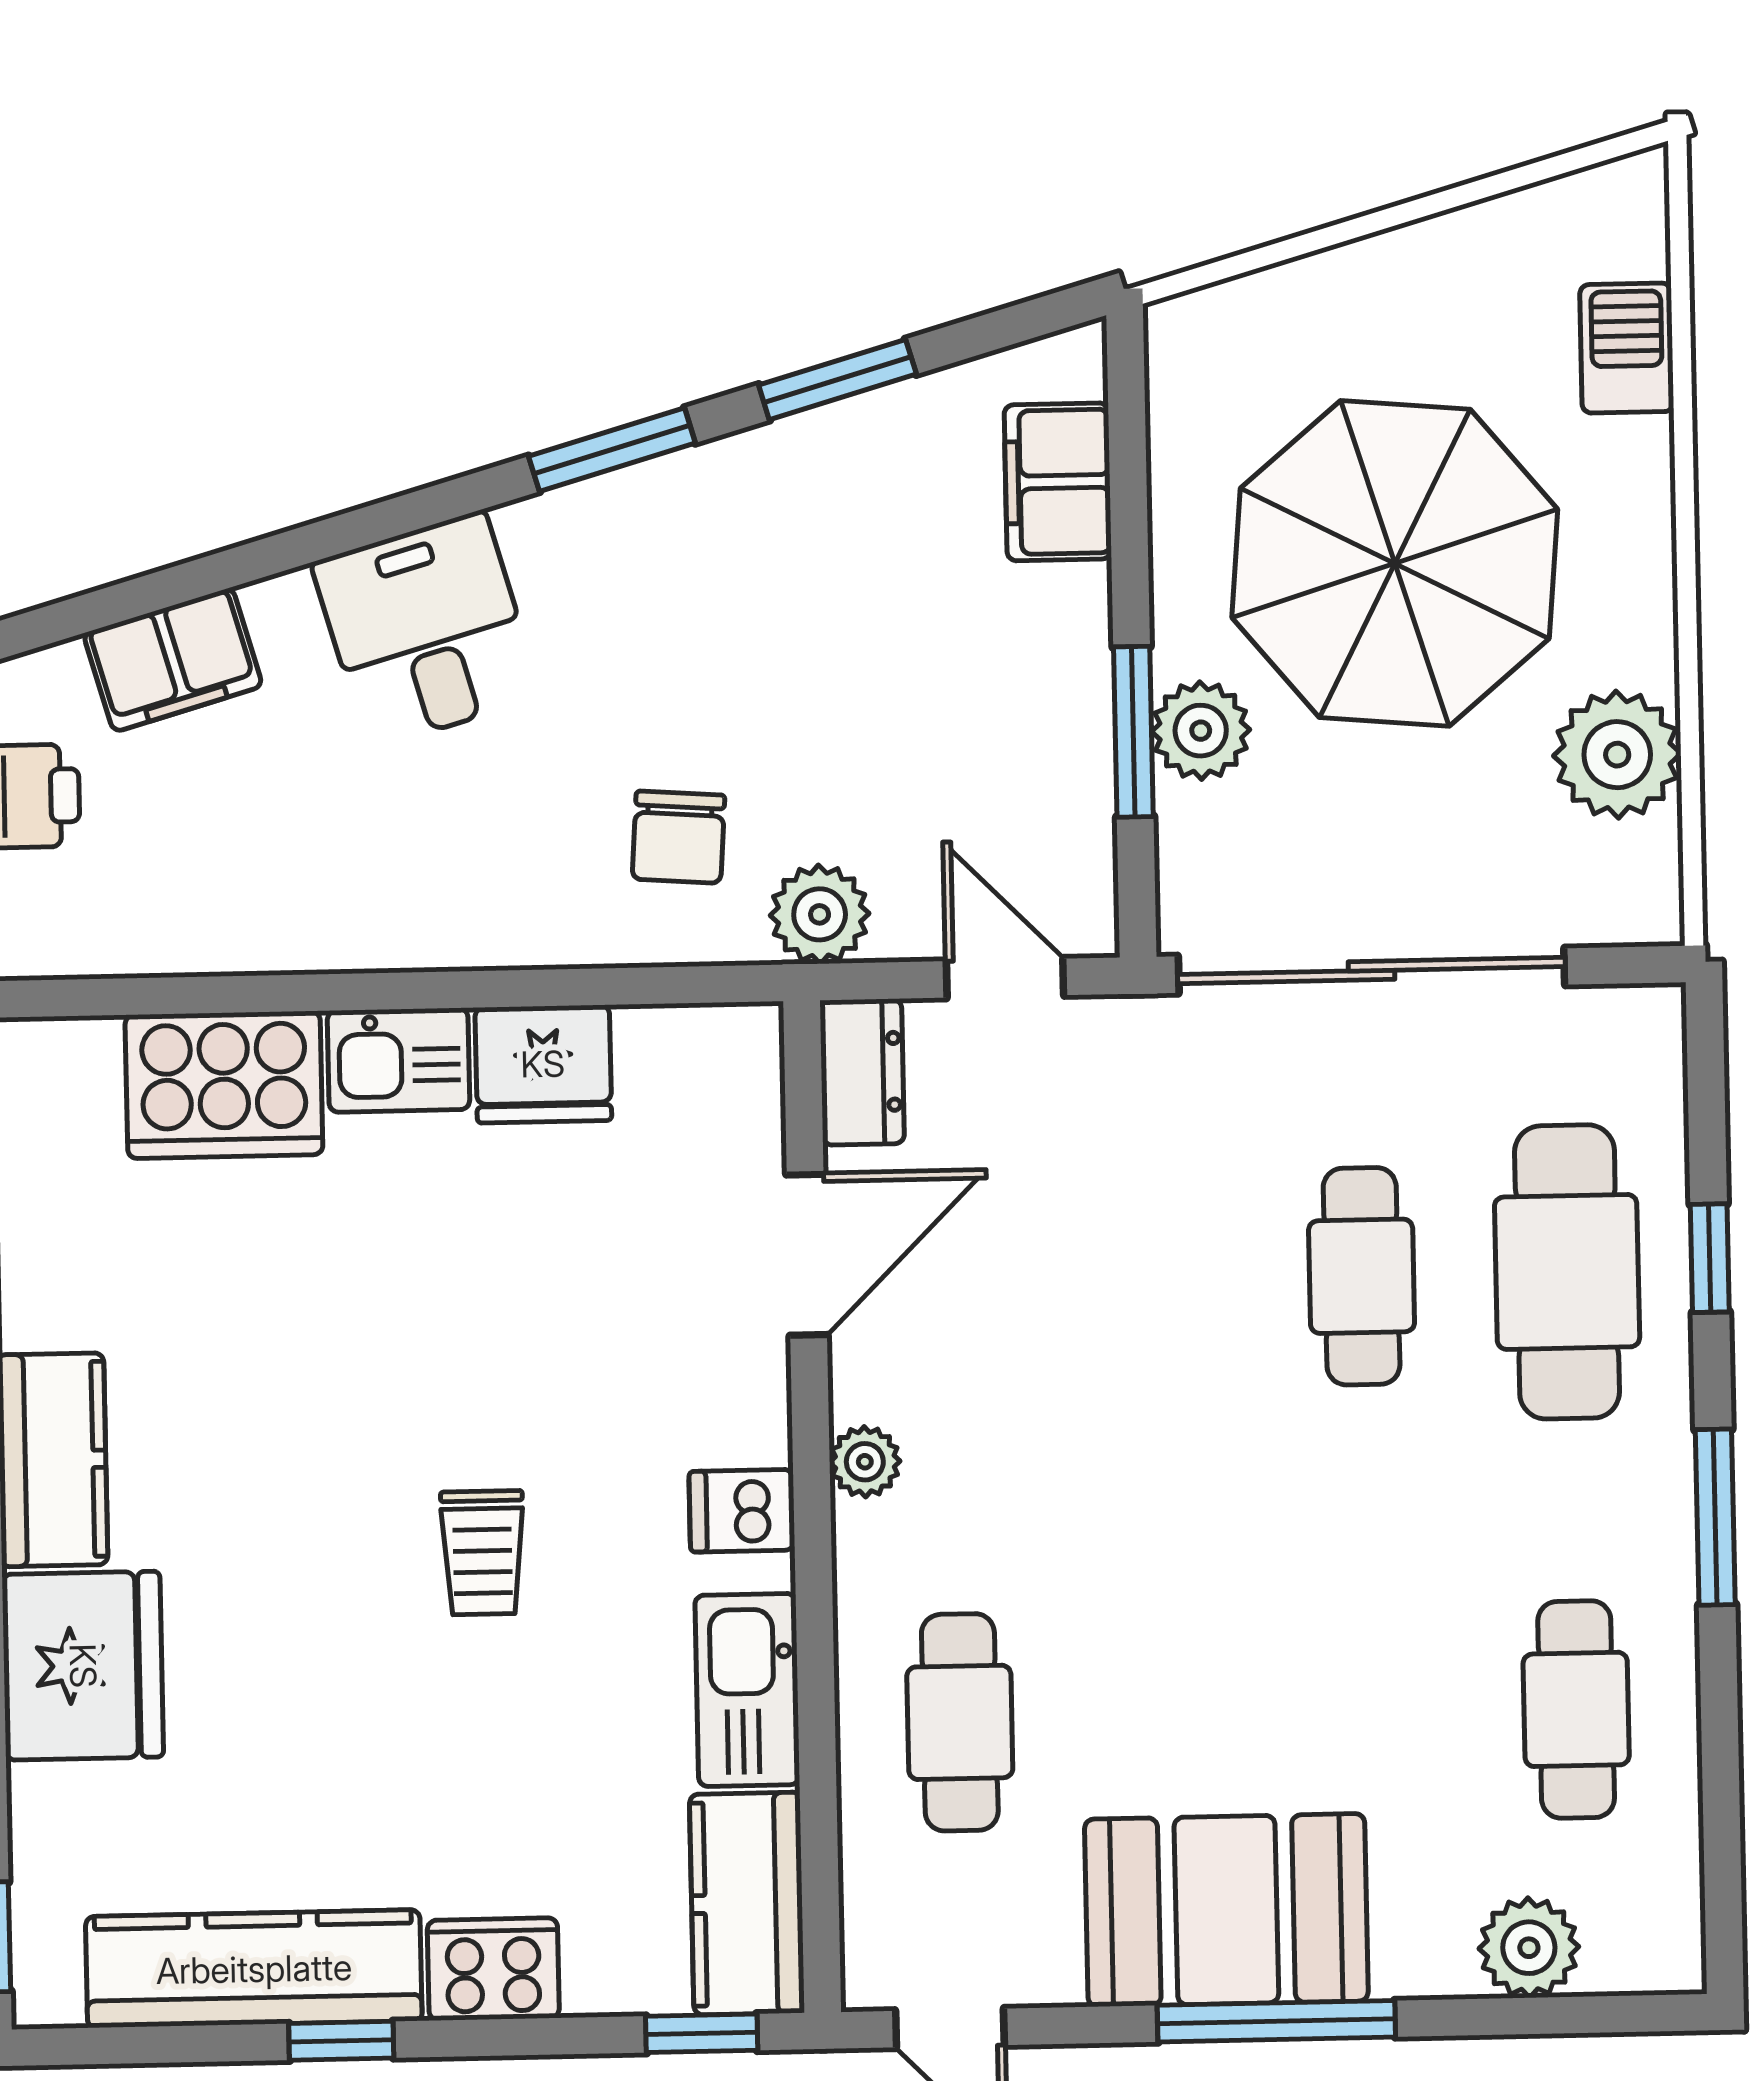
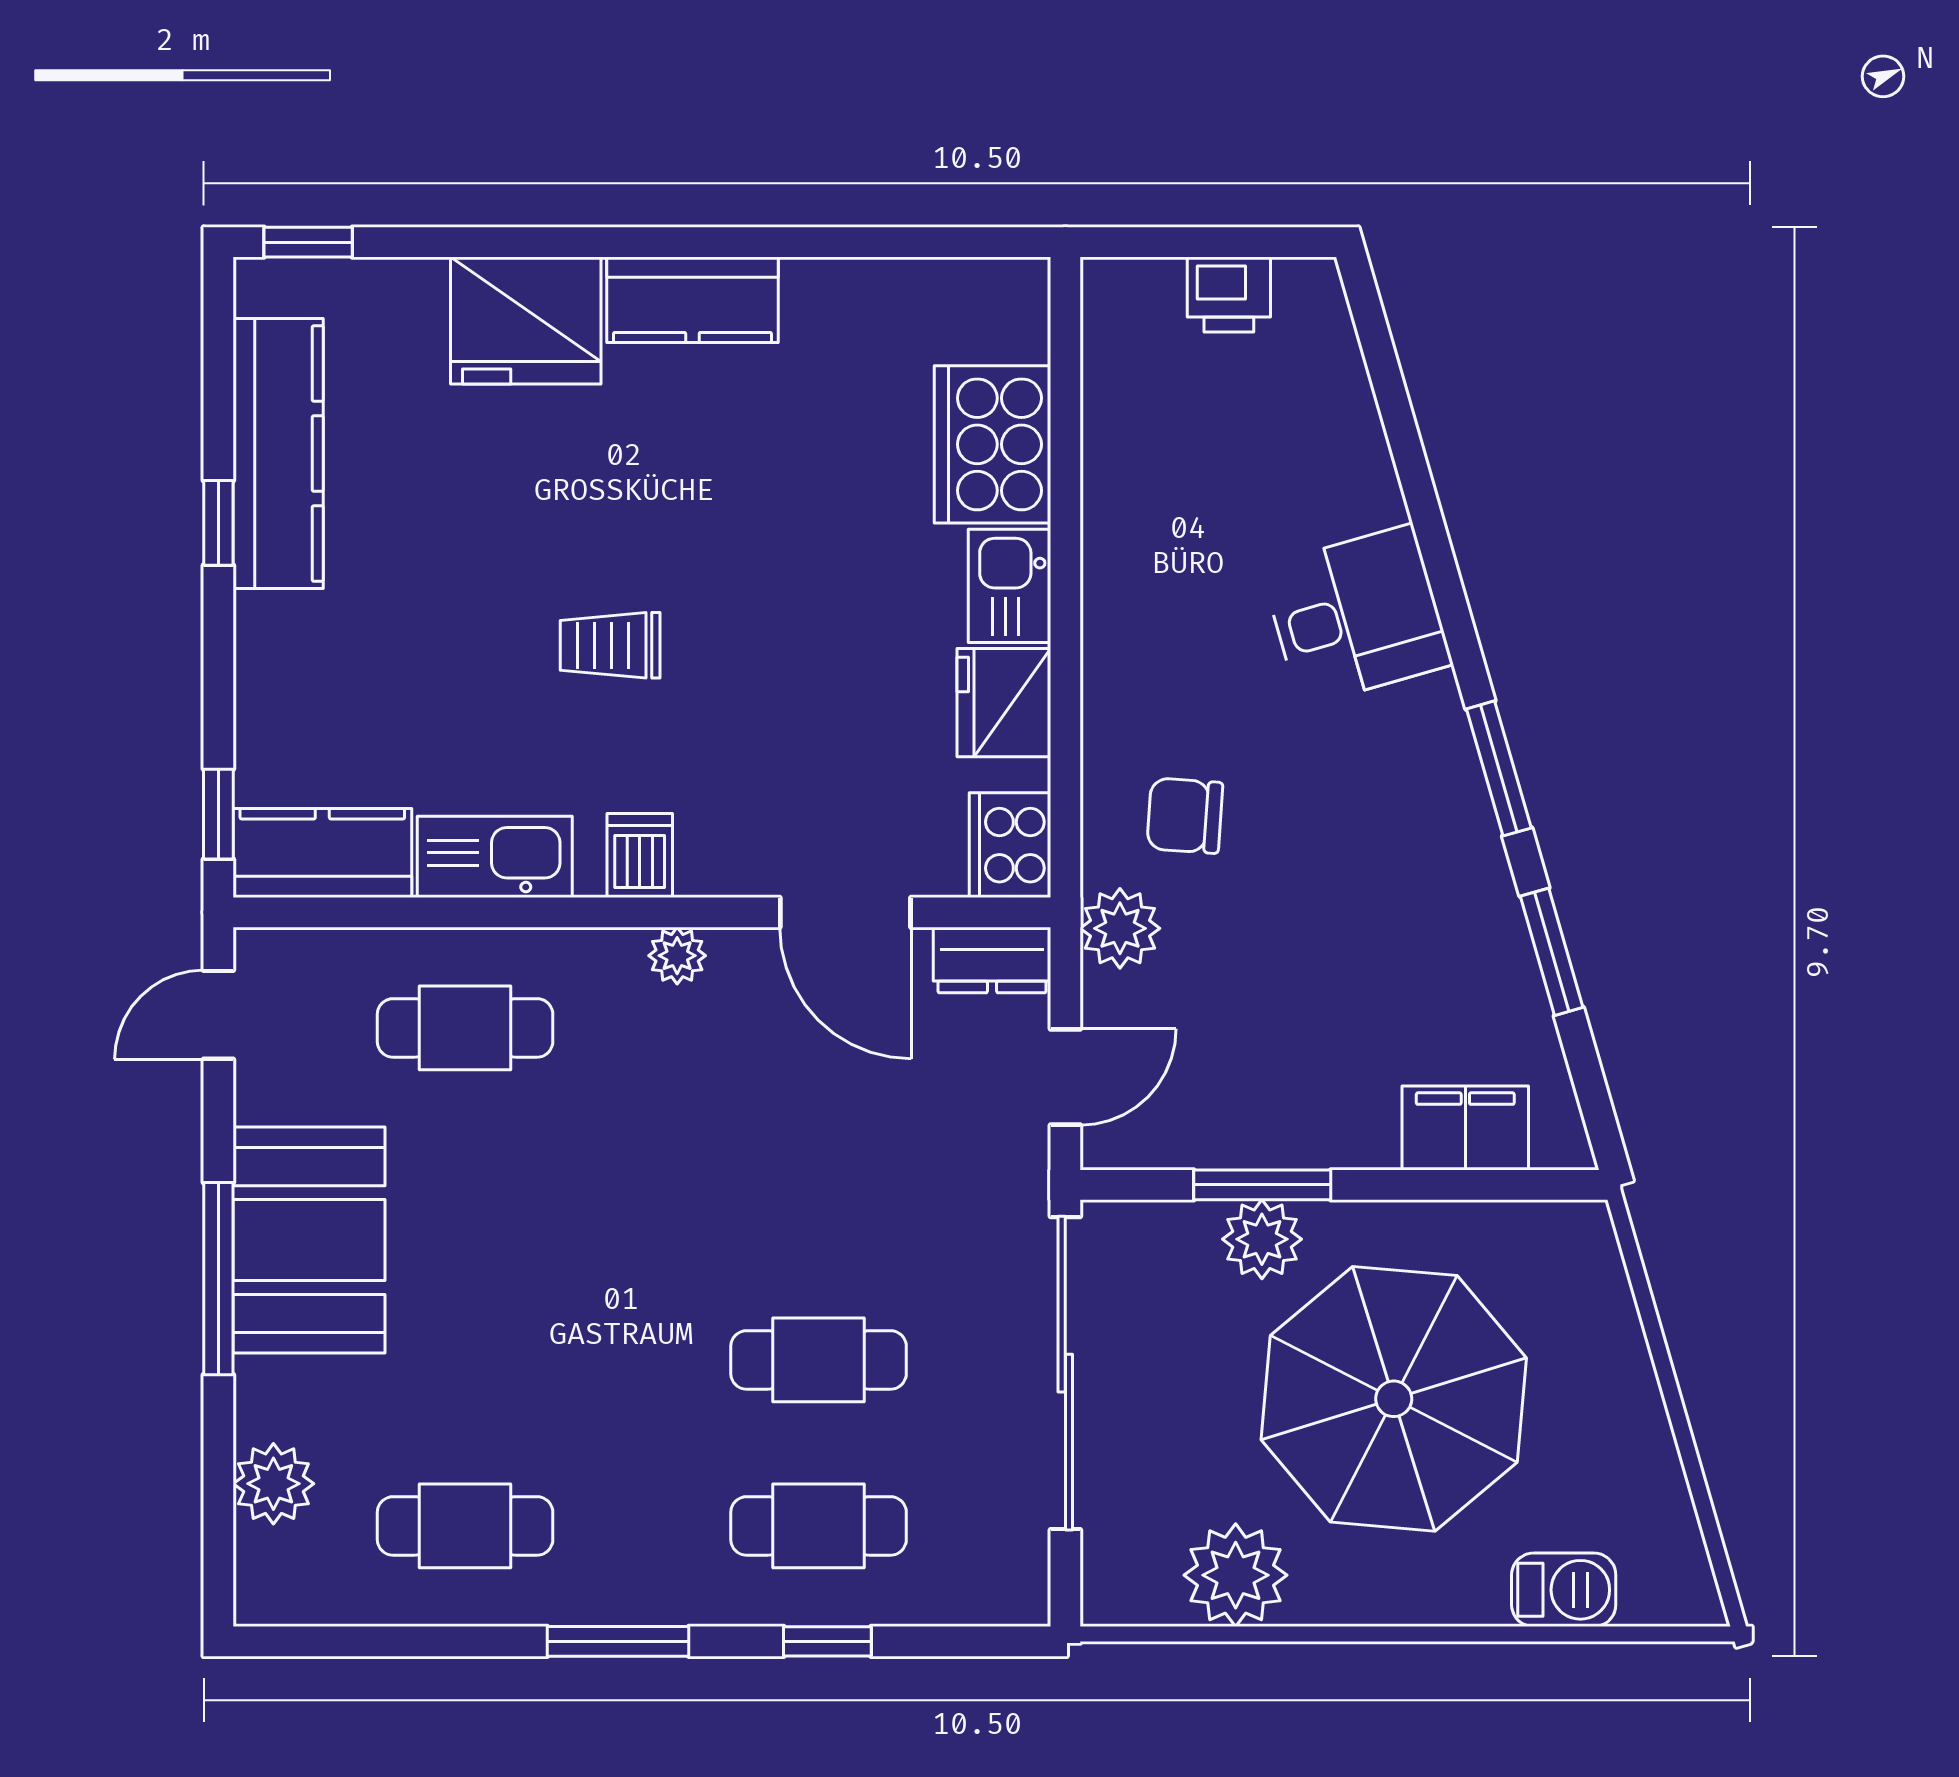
filing cabinet: (173, 660) -> (1337, 410), removed
cafe table: (1567, 1272) -> (819, 1526), width x0.73, depth x0.74
cooker: (493, 1969) -> (1010, 845), moved, turned 180

